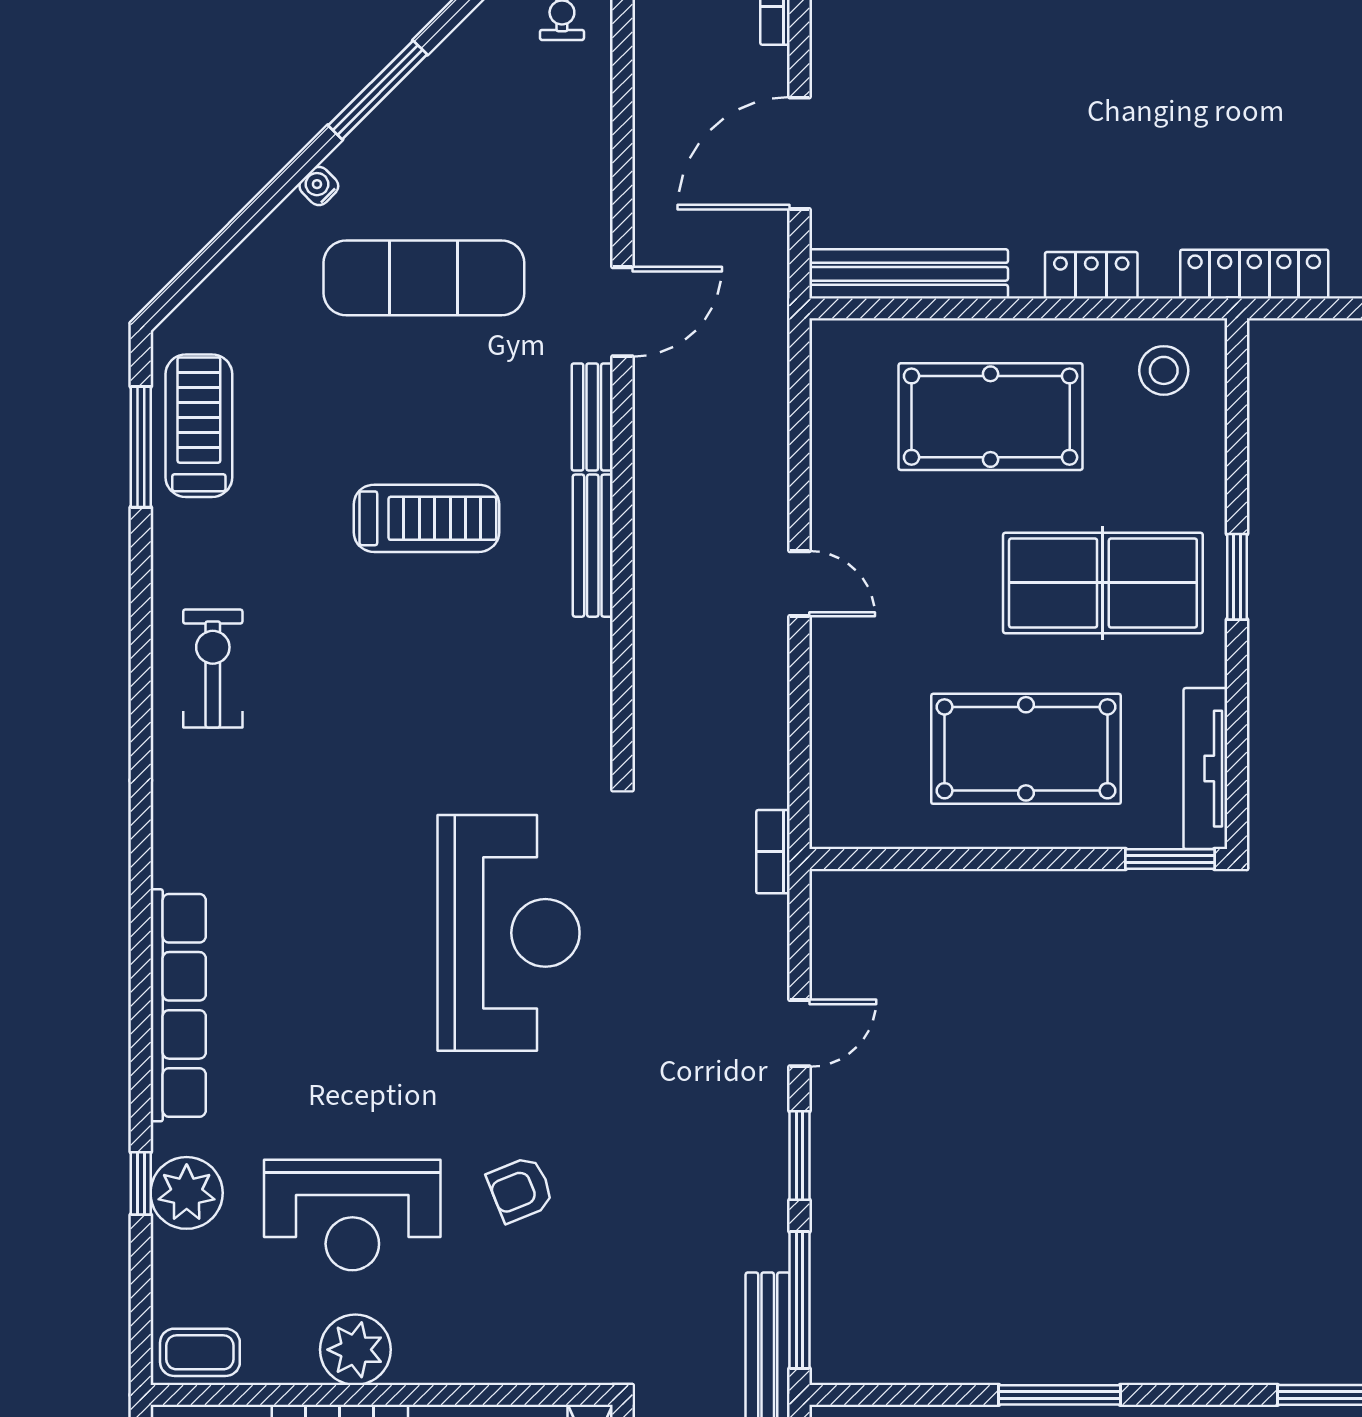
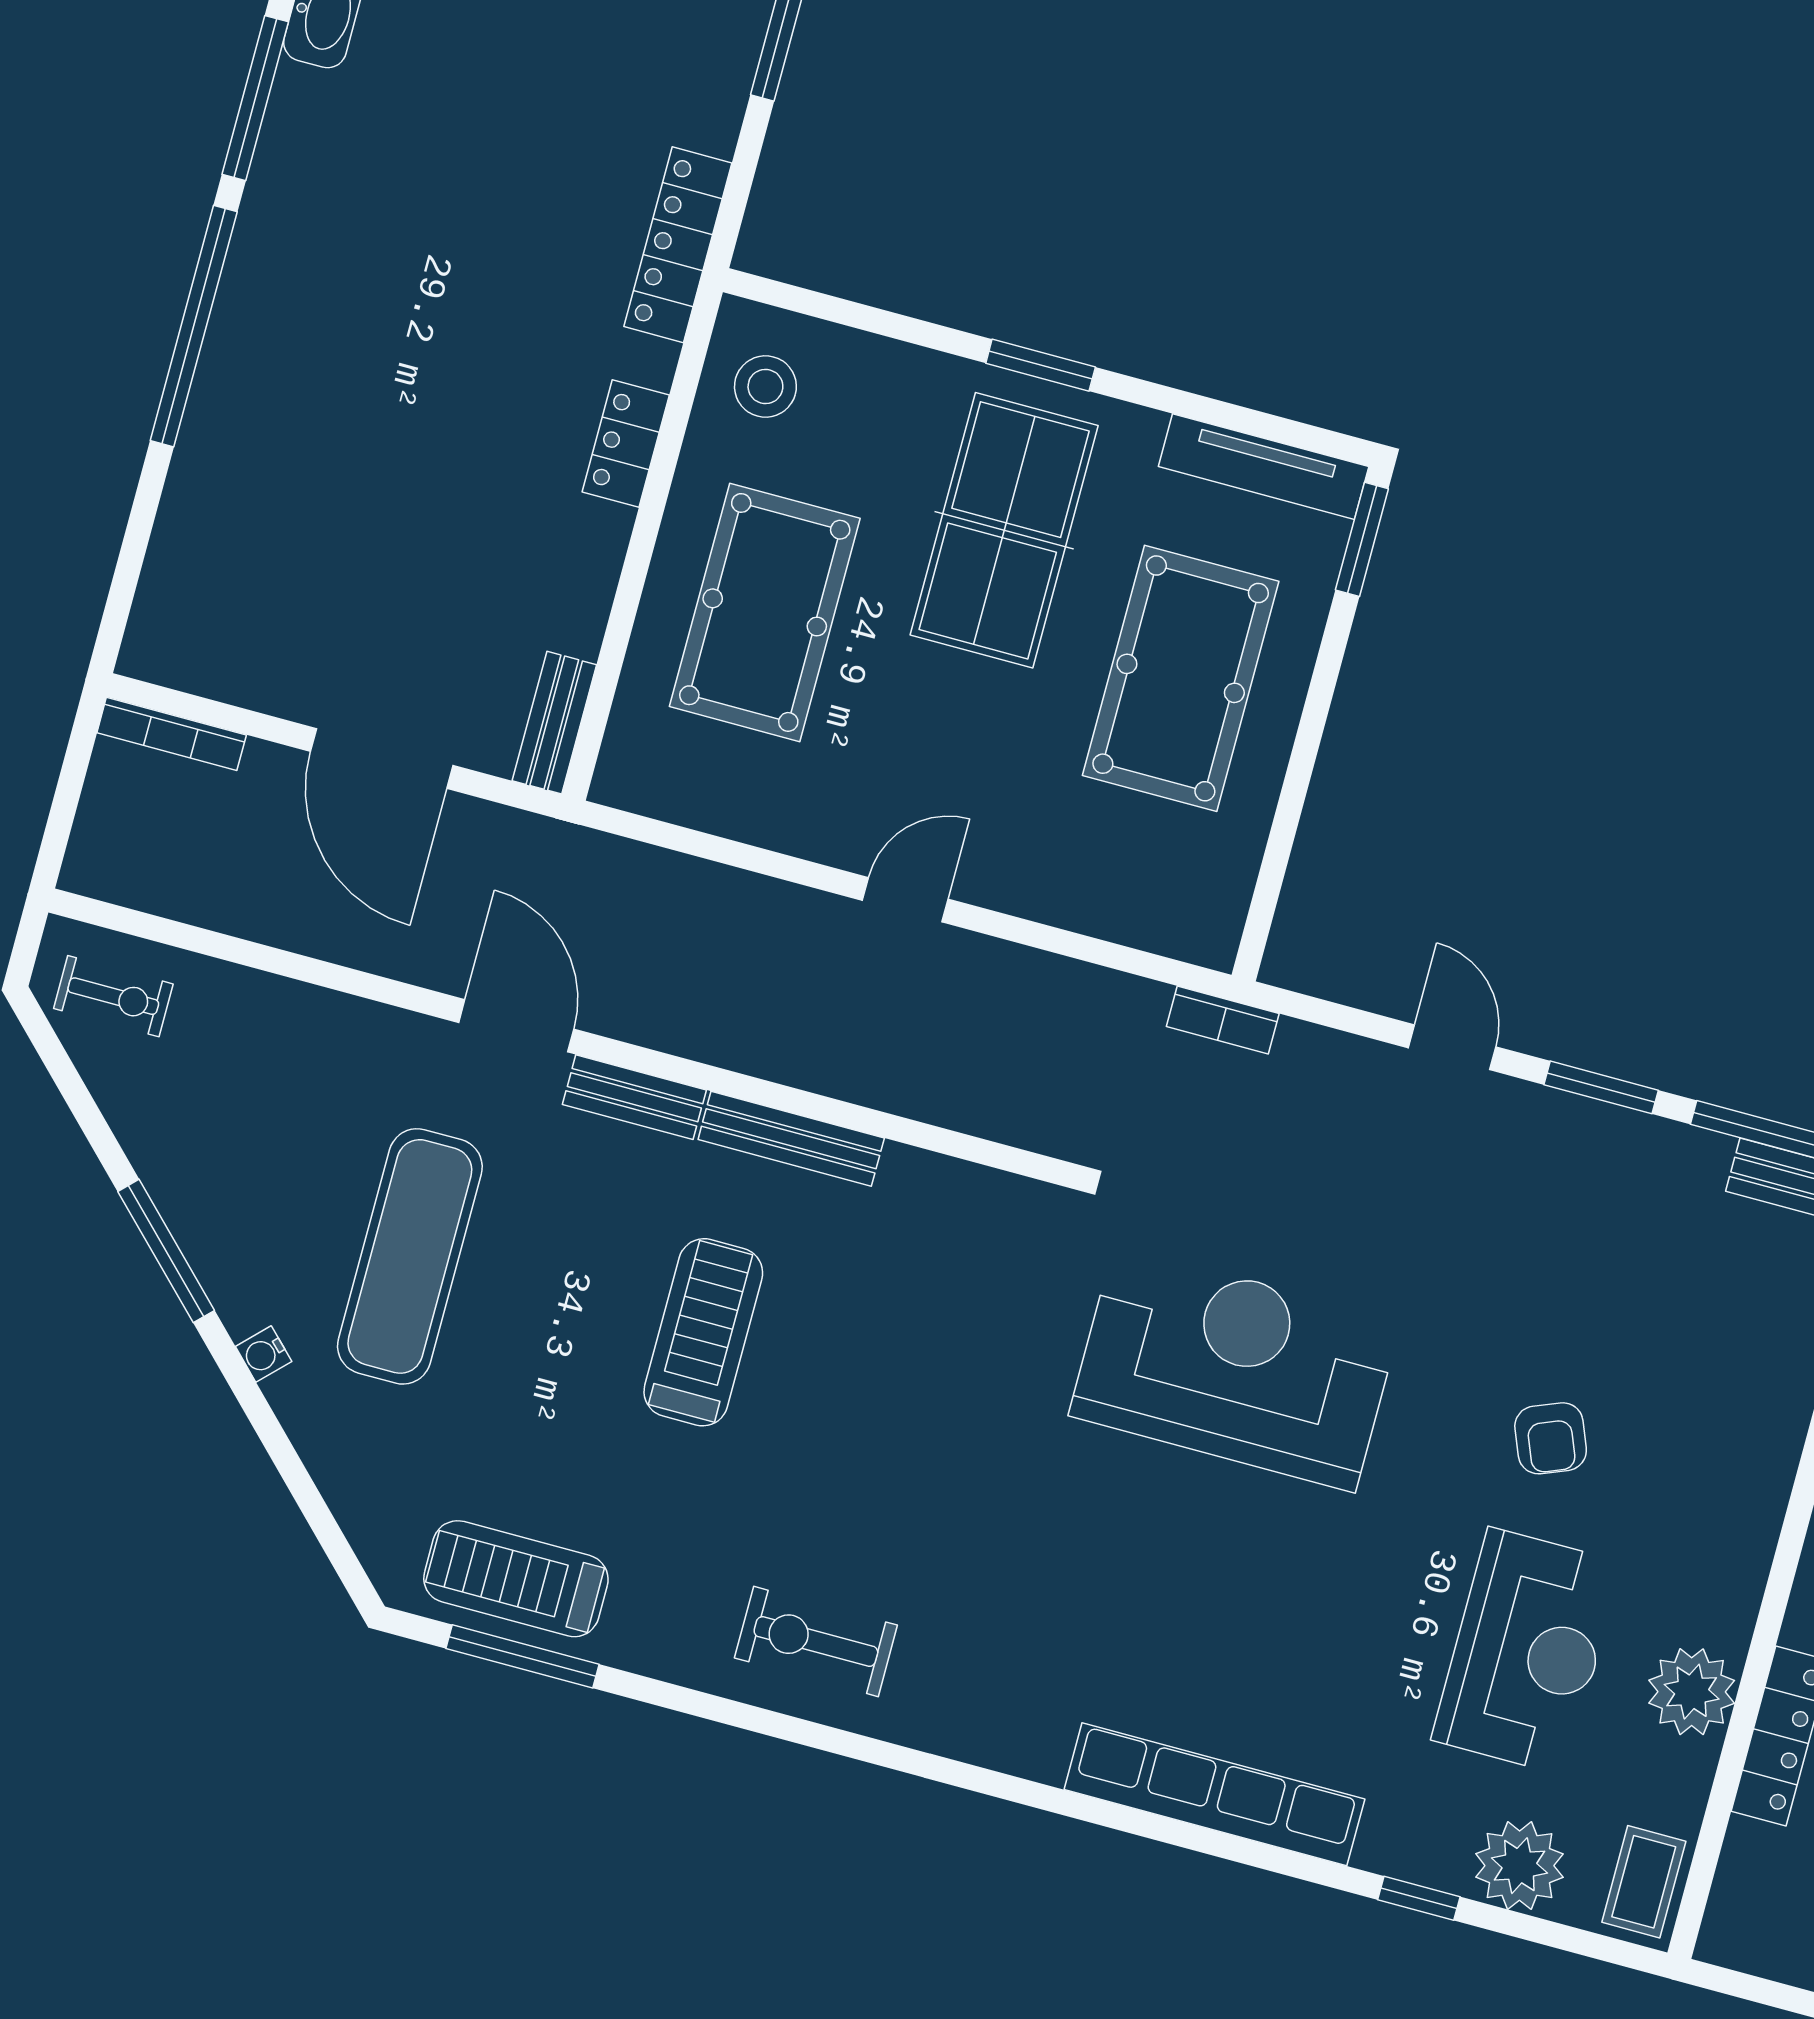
bench: (909, 274) -> (554, 723), width x0.54, depth x0.82
plant: (187, 1193) -> (1519, 1866), moved

